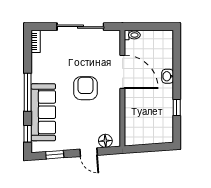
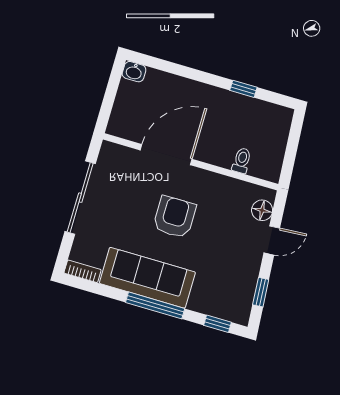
toilet: (132, 35) -> (242, 161), moved
washbasin: (168, 76) -> (134, 72), moved
armchair: (86, 88) -> (174, 217), turned 90
sofa: (43, 112) -> (147, 278), moved

